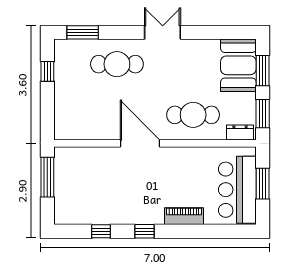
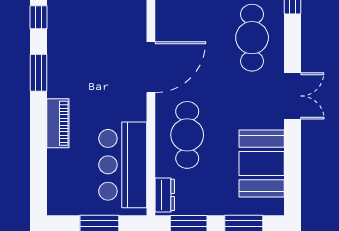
booth: (238, 65) -> (262, 164), moved, turned 90
bar counter: (237, 190) -> (123, 165), moved, turned -90
window: (144, 231) -> (38, 73), width x1.50

